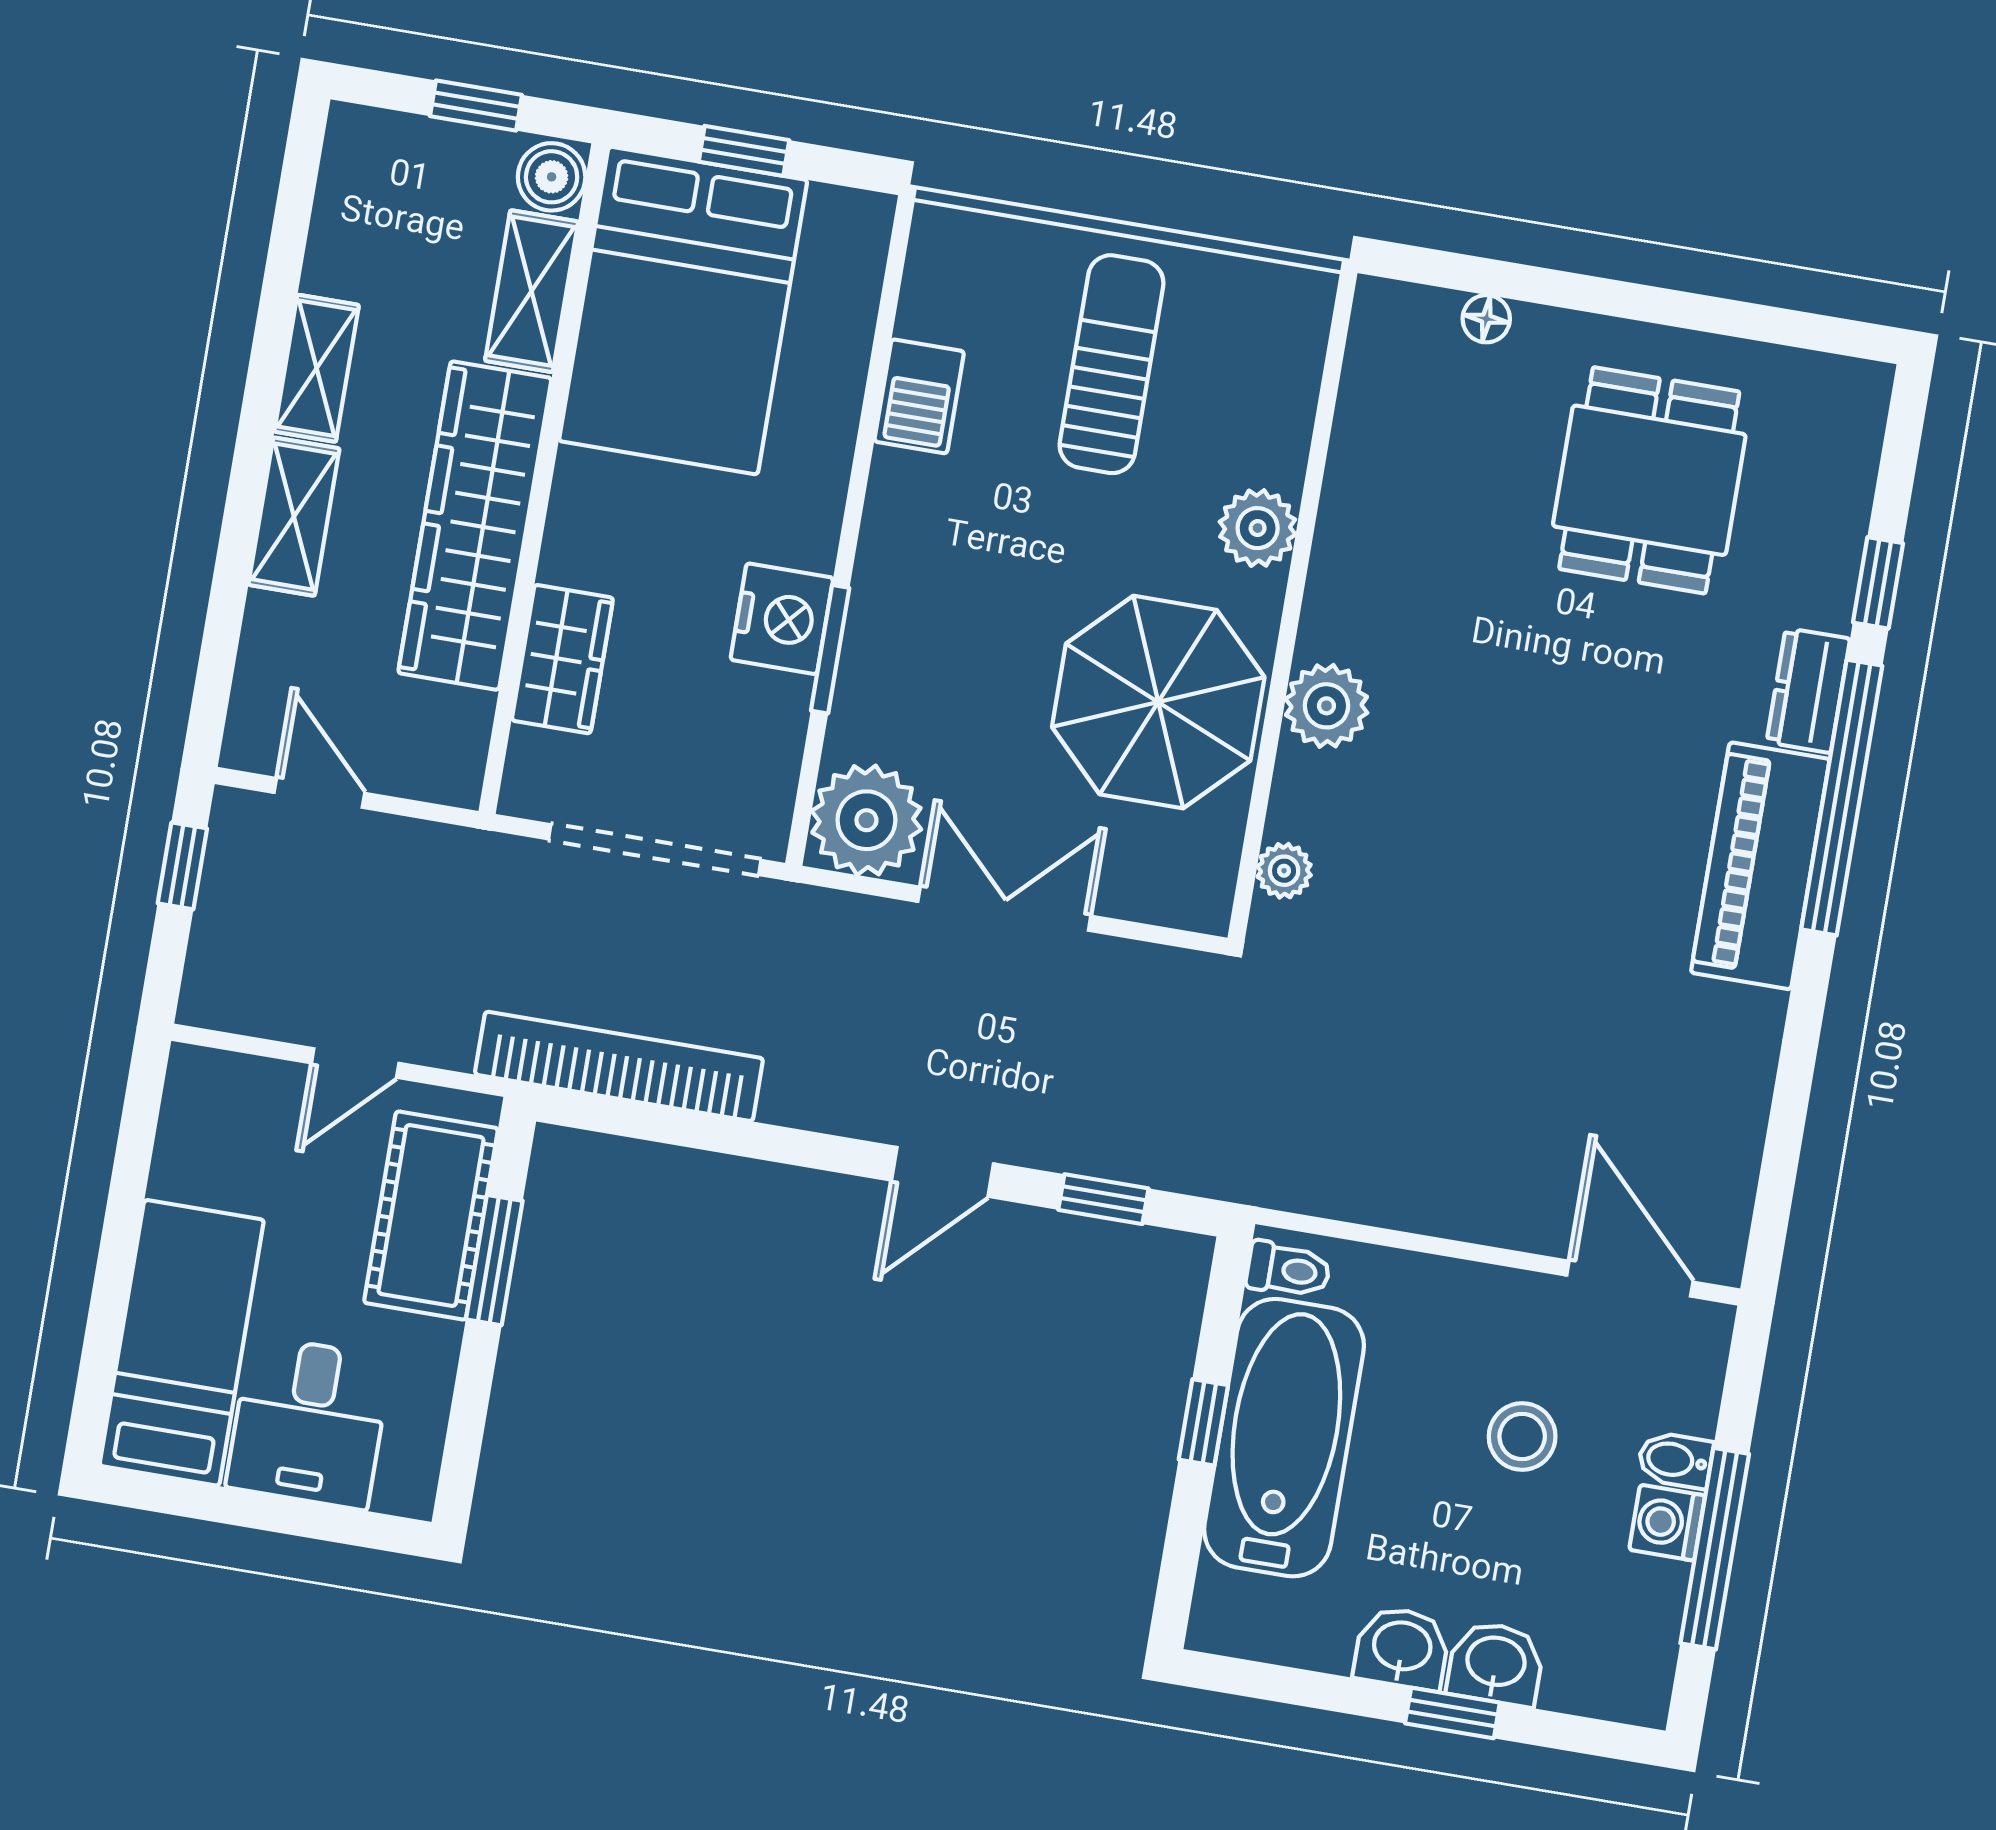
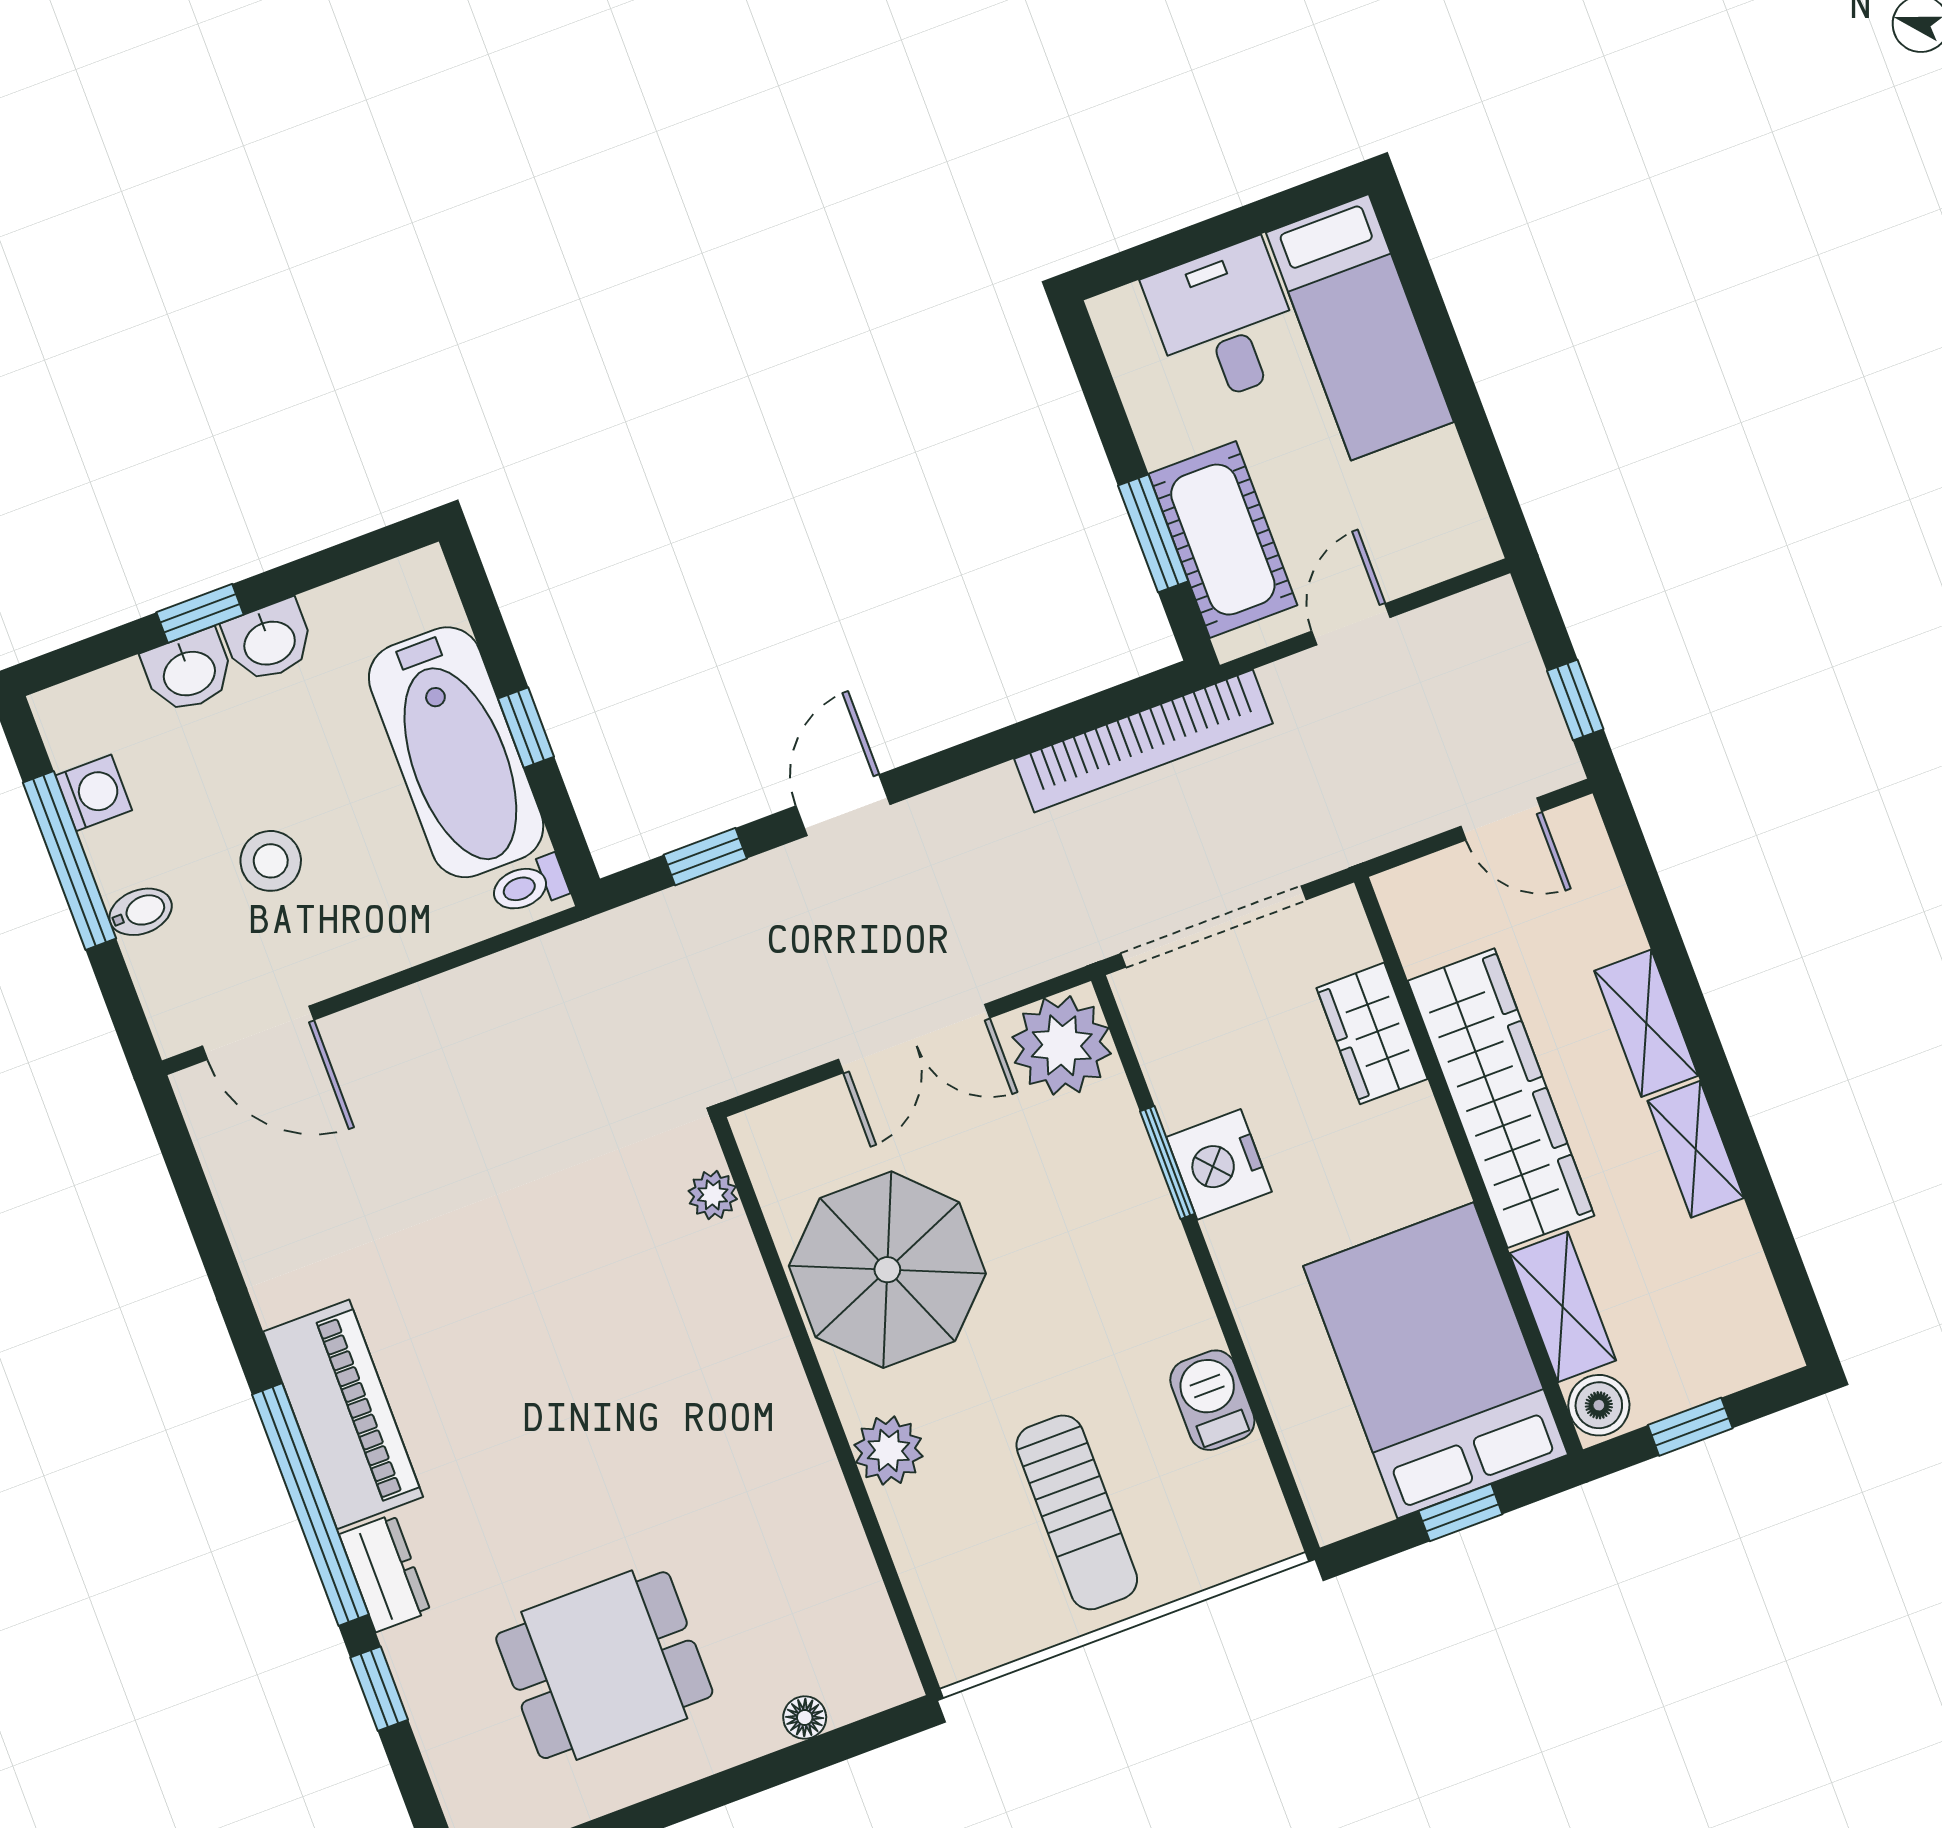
dining table: (1649, 480) -> (604, 1665), turned 90
plant: (1326, 706) -> (754, 1343), removed
washing machine: (1667, 1523) -> (94, 793), moved

